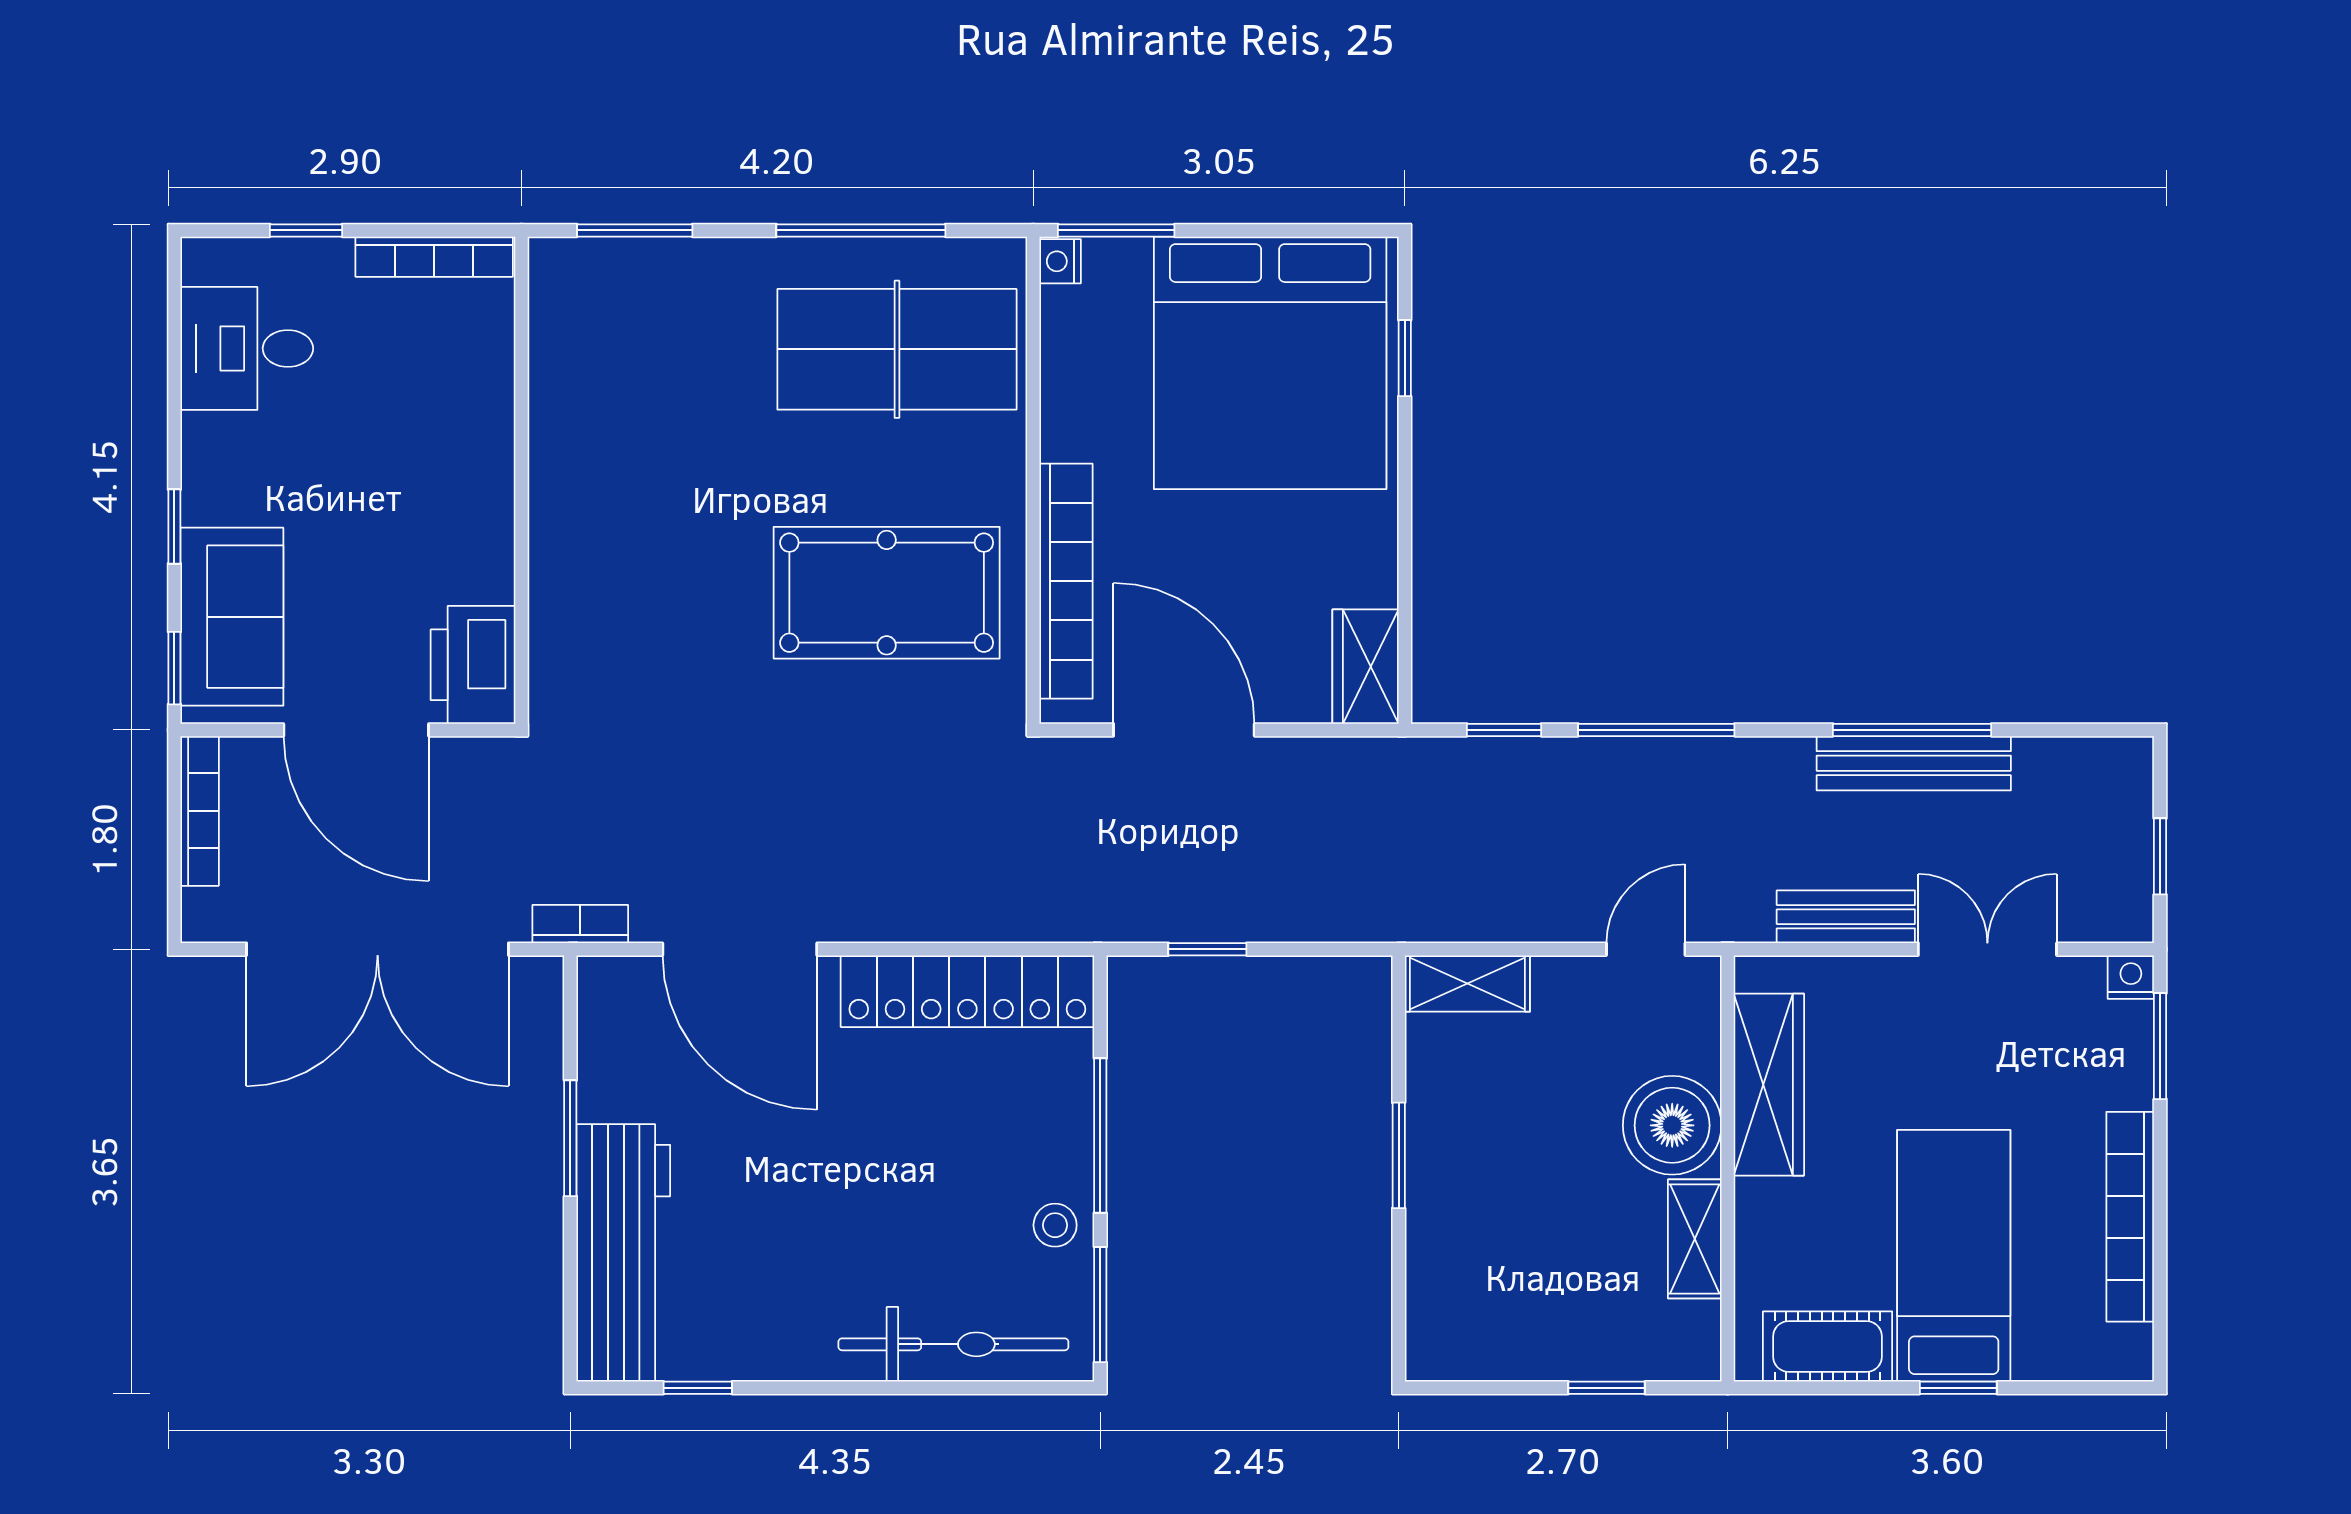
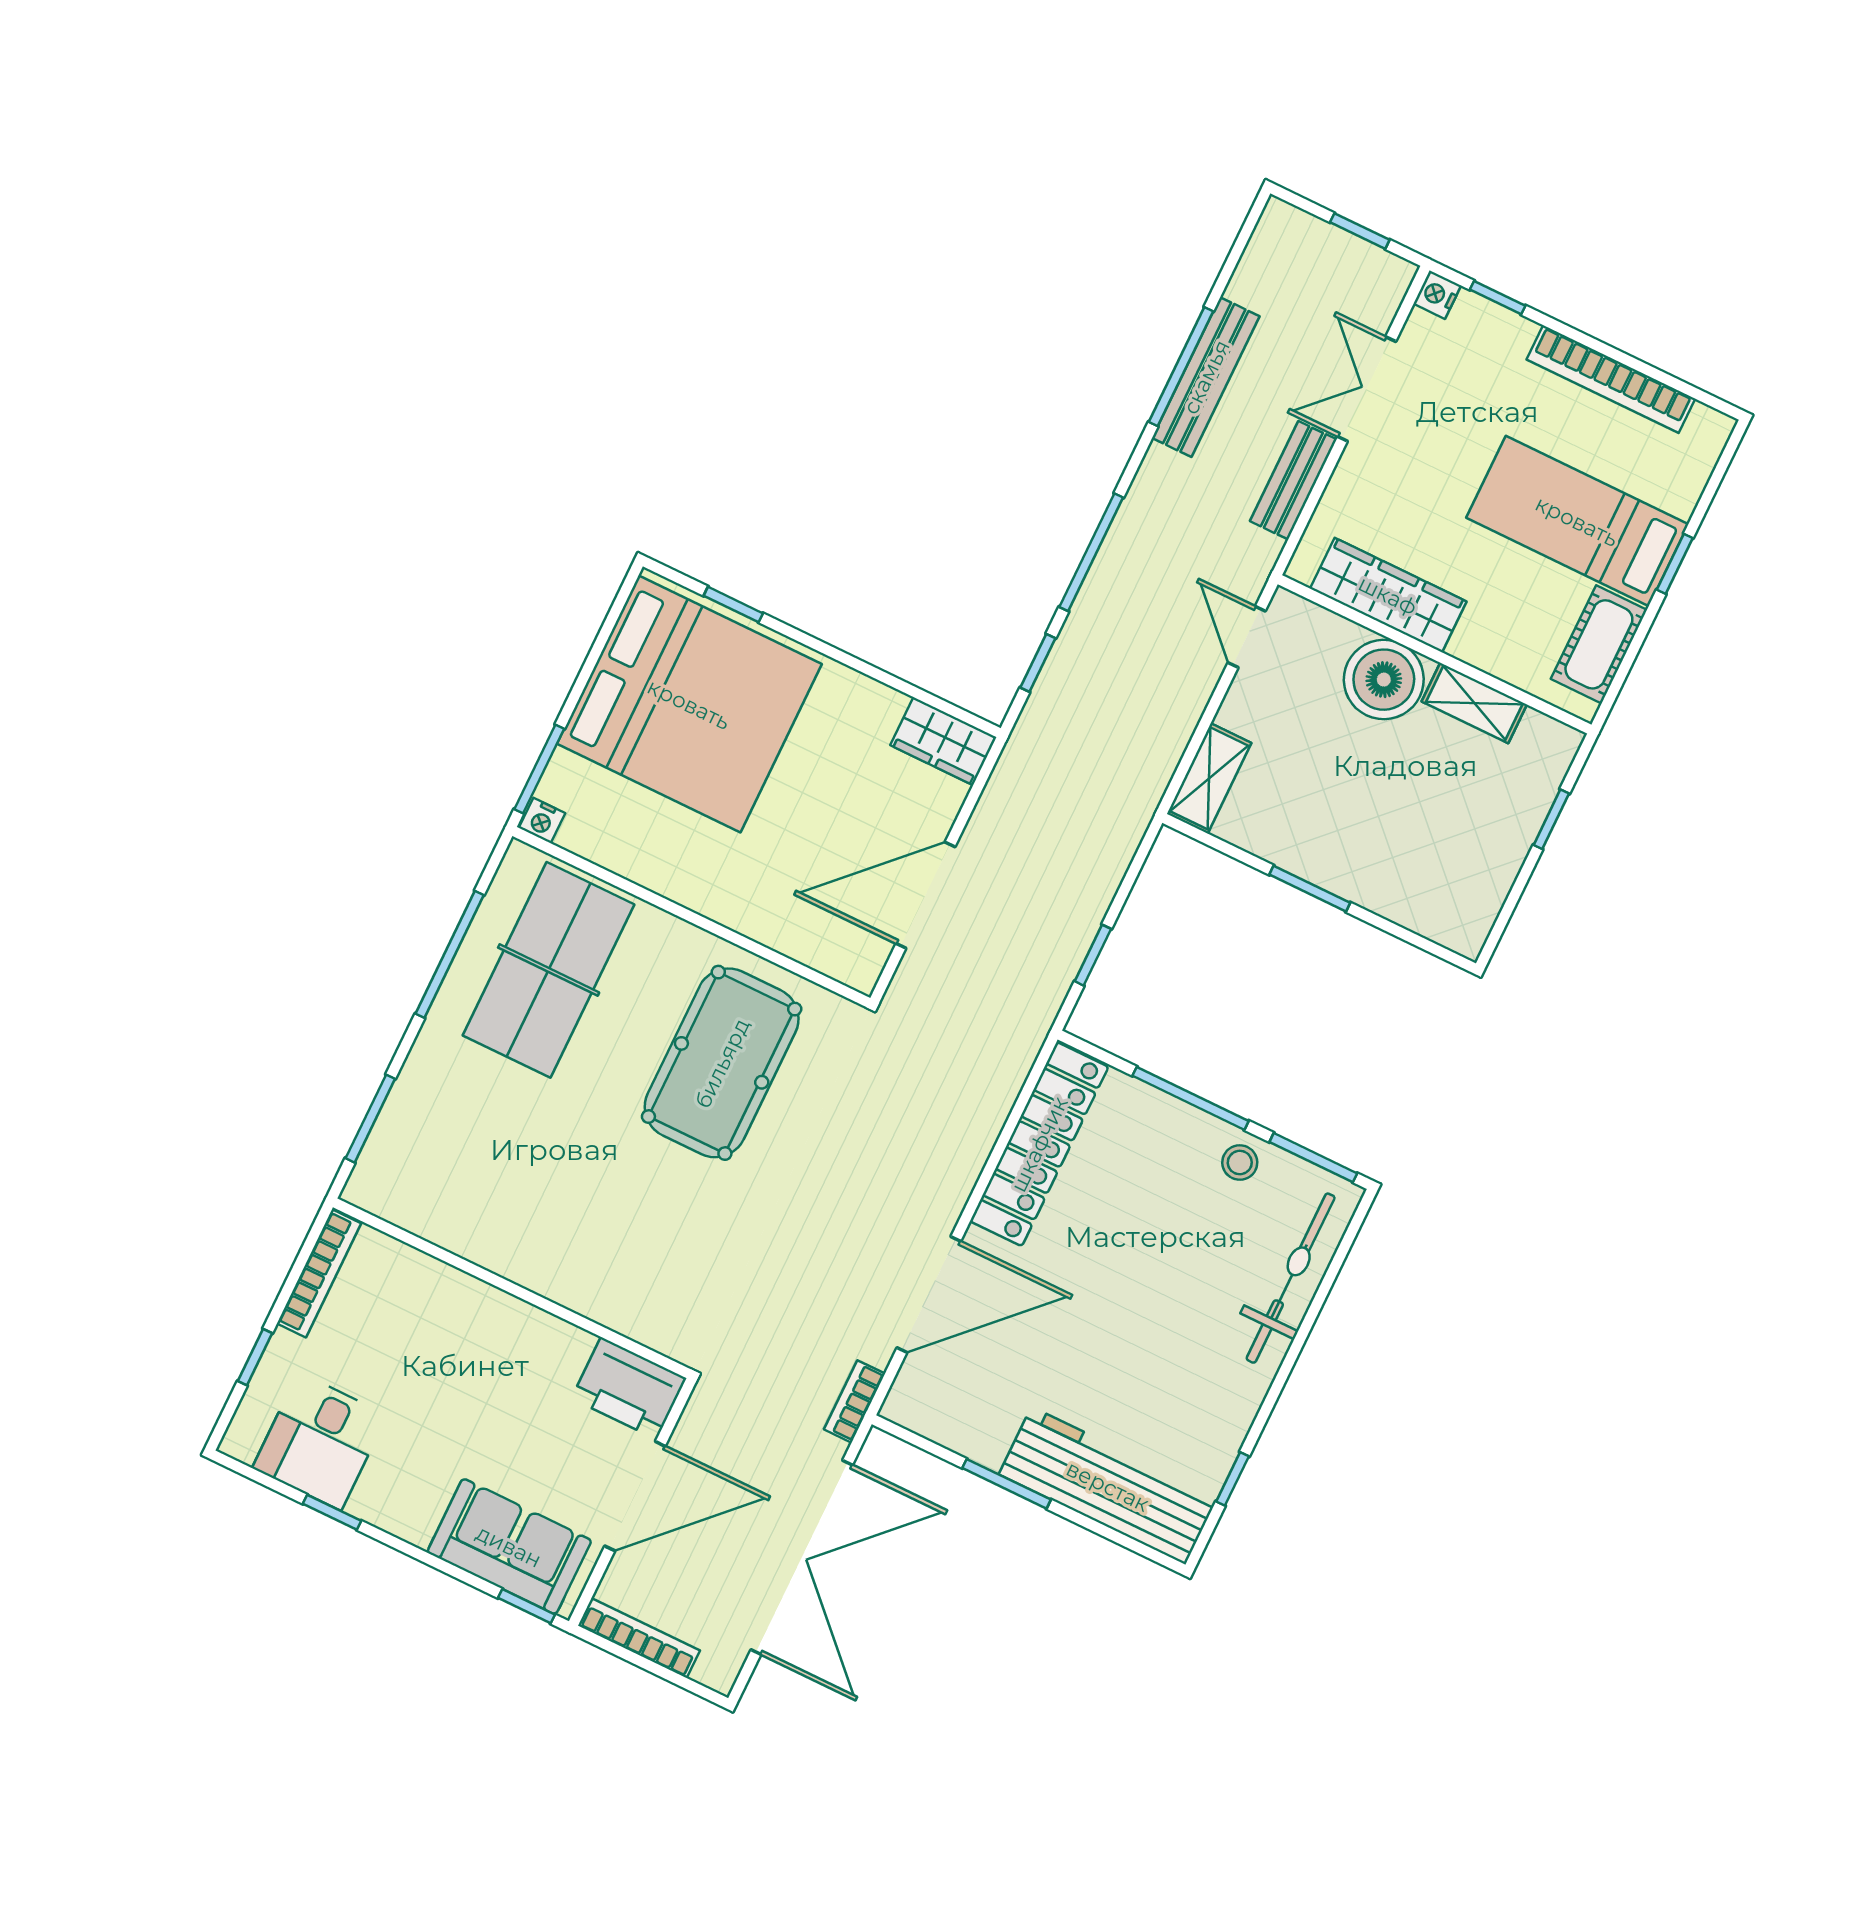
window: (174, 527) -> (332, 1512), moved
bookcase: (1066, 581) -> (776, 929), removed
window: (2160, 1046) -> (1498, 298), width x0.67

